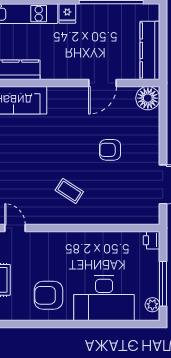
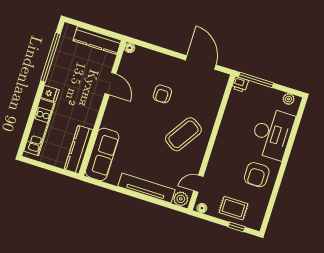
floor lamp: (148, 98) -> (130, 48), width x0.53, depth x0.53
coffee table: (69, 191) -> (183, 134), width x1.86, depth x1.72
window: (163, 284) -> (256, 80), moved

